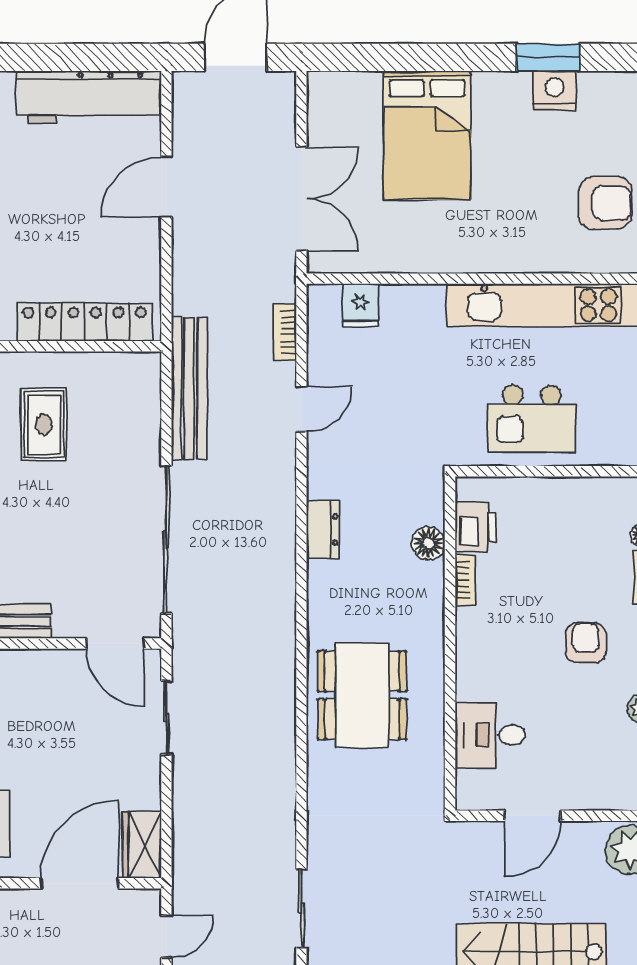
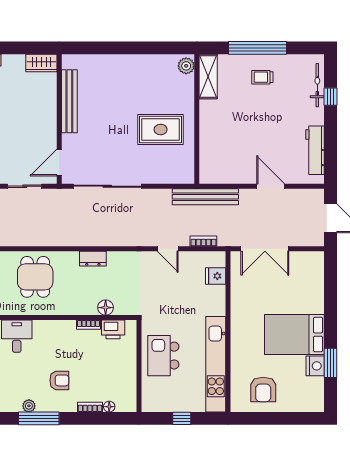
workbench: (89, 97) -> (315, 150), width x0.73, depth x0.76
bed: (427, 135) -> (294, 335), moved
locker: (85, 322) -> (208, 148), removed
bench: (189, 388) -> (205, 197), moved
rug: (44, 425) -> (161, 130), width x1.36, depth x1.43
dresser: (323, 530) -> (93, 259), moved
dining table: (362, 695) -> (35, 277), width x0.73

